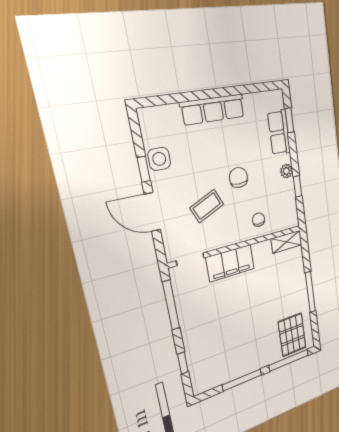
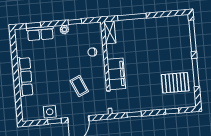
chair: (238, 178) -> (65, 64), removed
window: (310, 292) -> (132, 17), moved
window: (171, 305) -> (134, 114), width x0.46
pallet: (292, 335) -> (175, 83), moved

